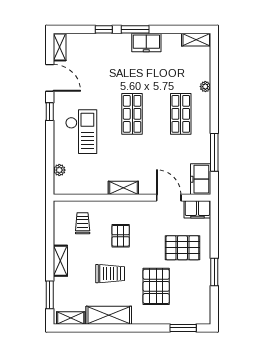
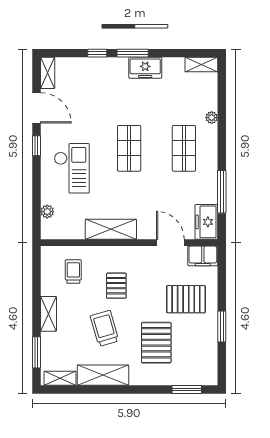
shelving: (123, 188) -> (111, 229), width x1.50, depth x1.33
trolley: (110, 274) -> (105, 328), turned -106

